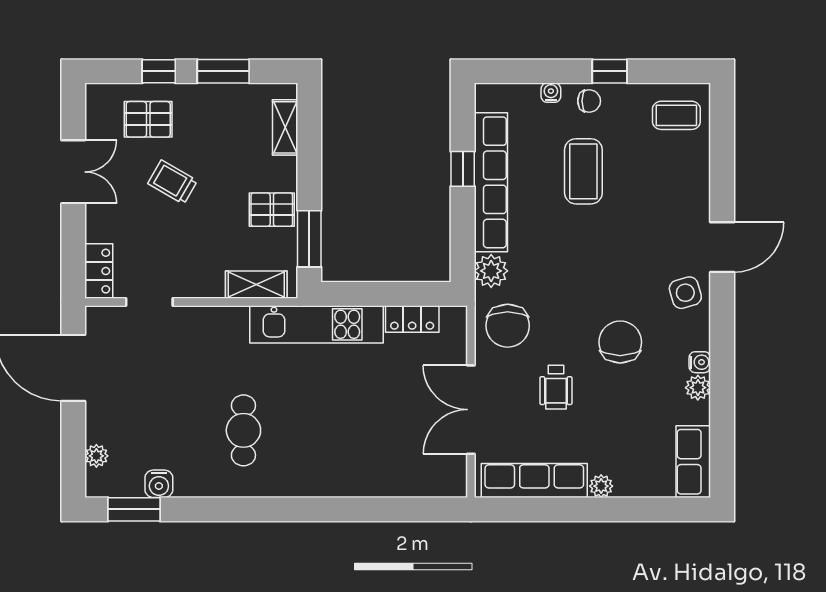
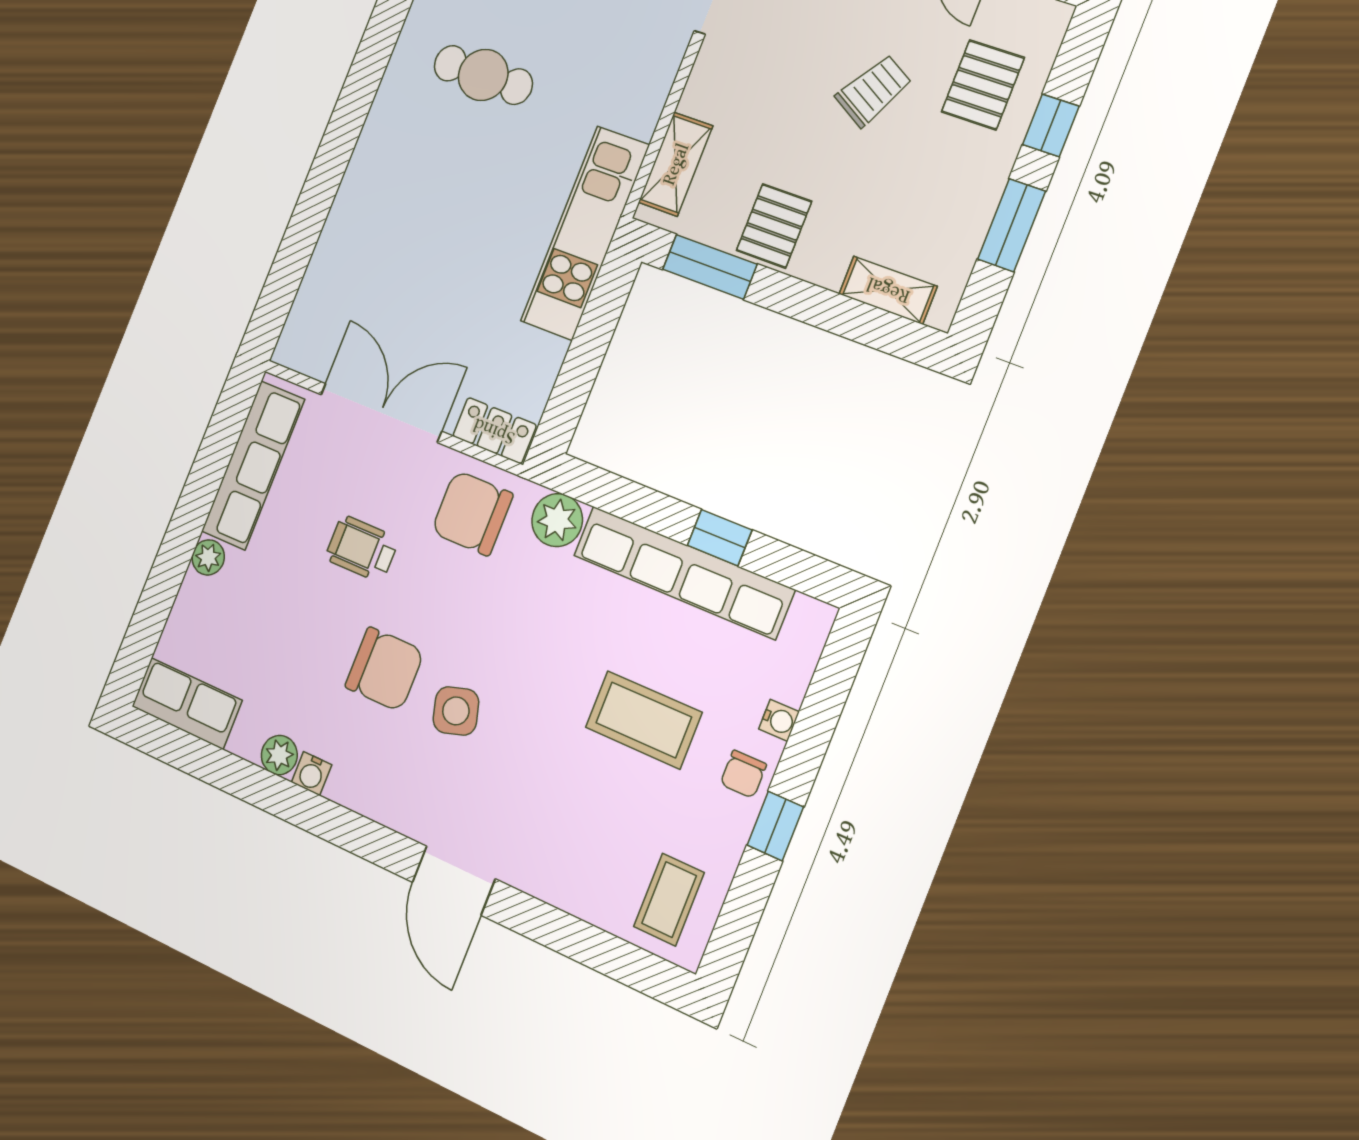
side table: (685, 293) -> (456, 711), moved
locker: (412, 319) -> (494, 431), moved, turned 90

